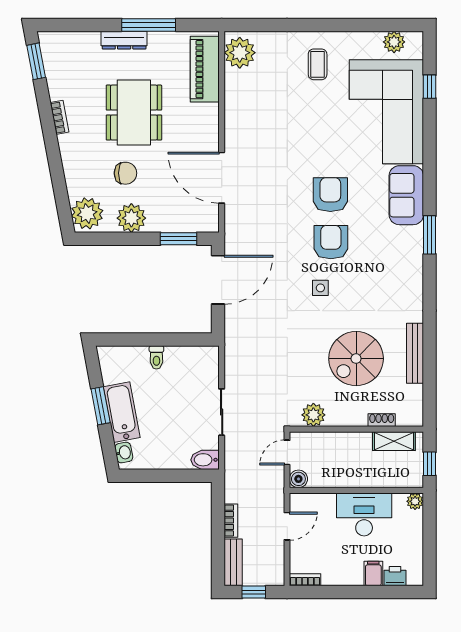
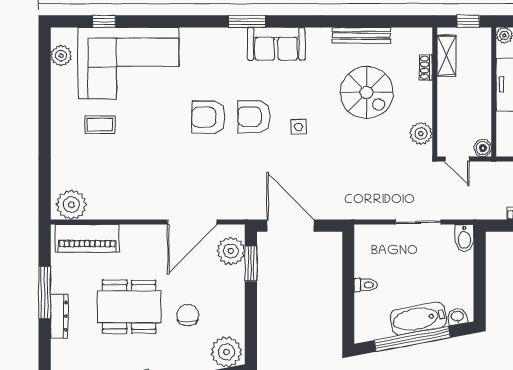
coffee table: (318, 64) -> (100, 125), moved
sofa: (406, 195) -> (276, 44), moved
plant: (131, 218) -> (231, 251), moved
window: (101, 406) -> (412, 339), width x2.11

